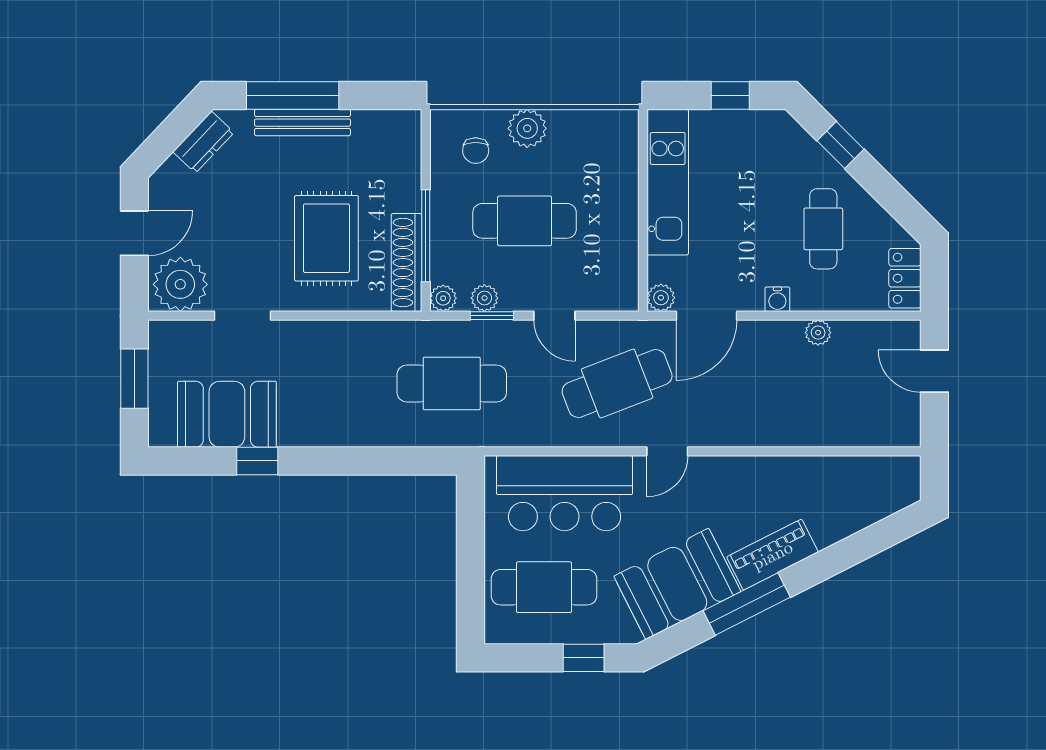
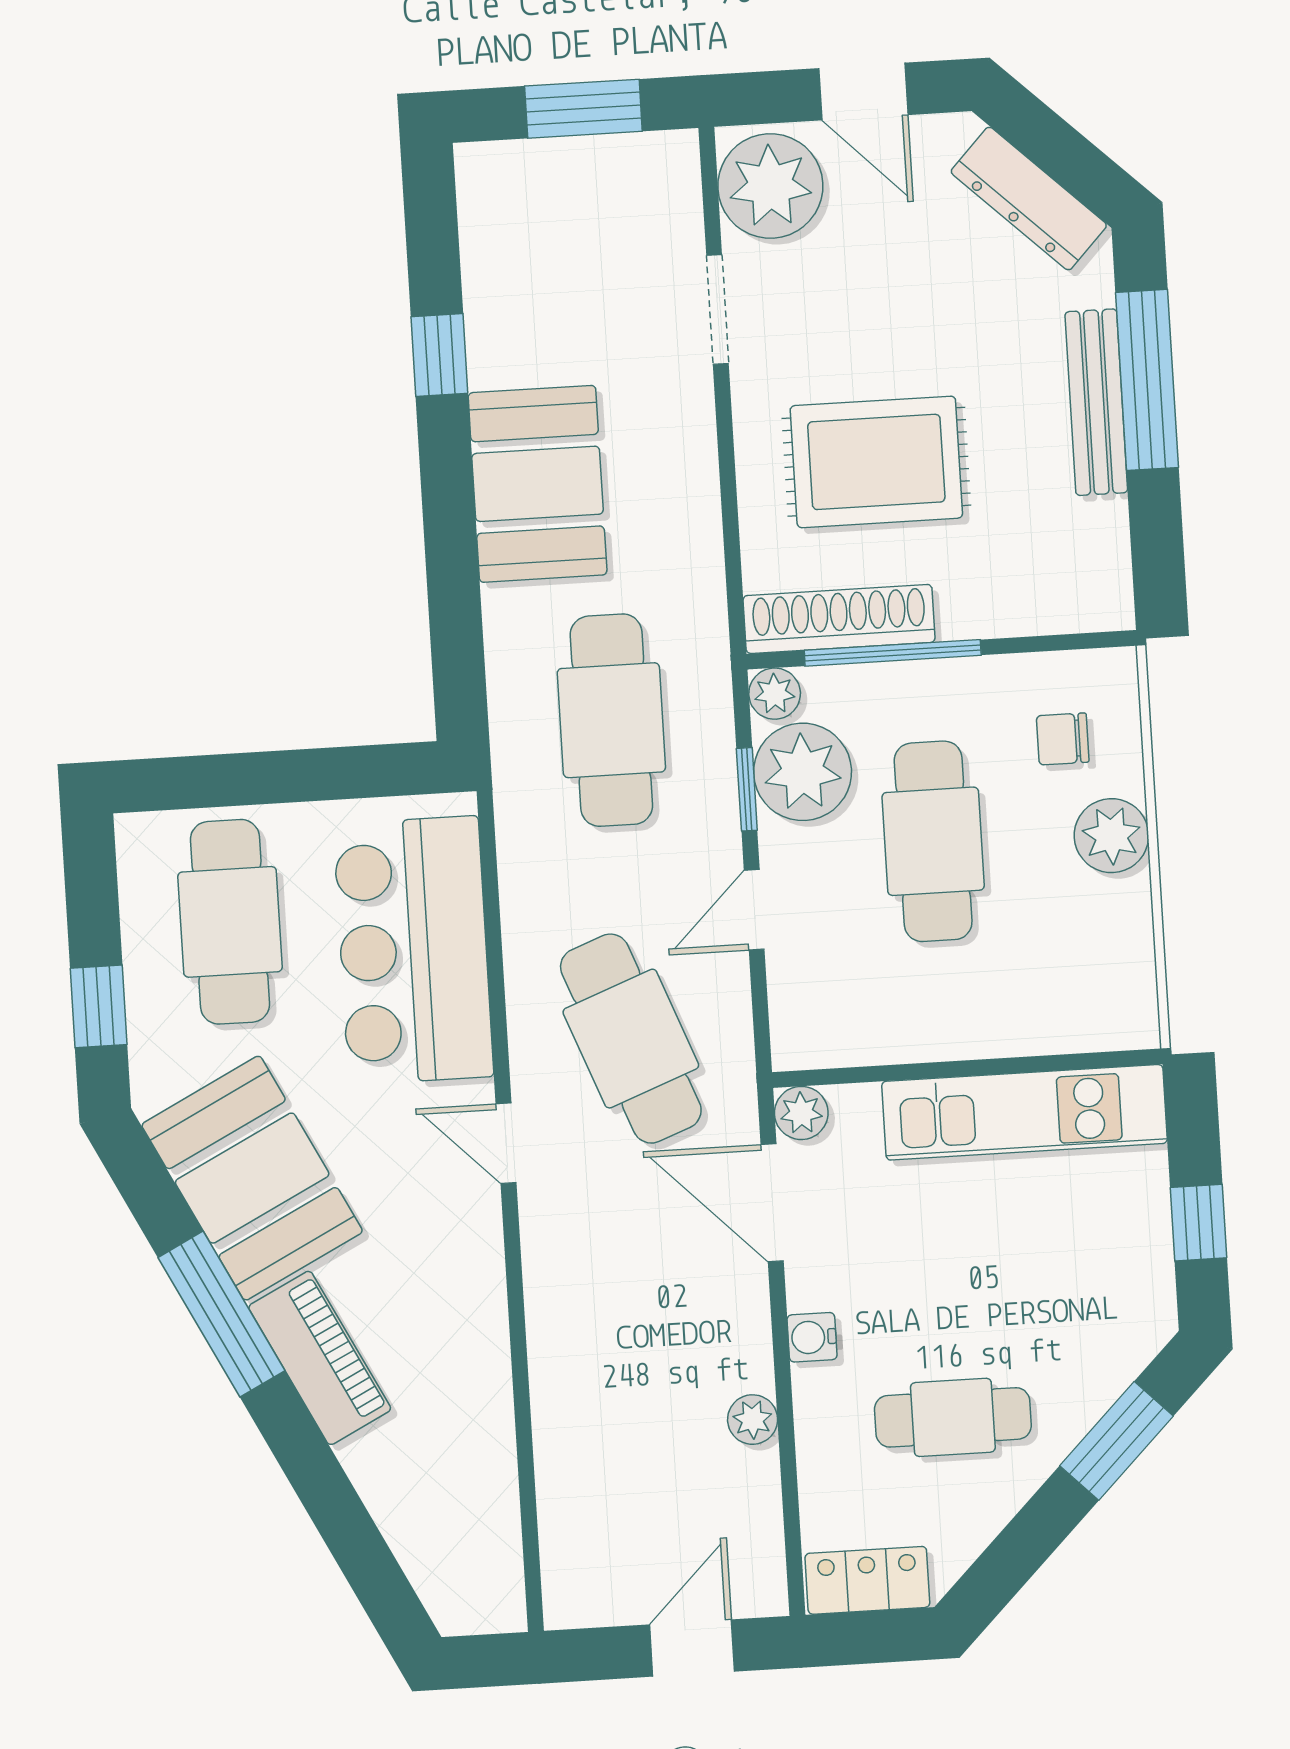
dresser: (203, 142) -> (1029, 199), width x1.44
window: (841, 145) -> (1116, 1441), width x1.50
plant: (484, 298) -> (803, 772), width x1.88, depth x1.88
booth: (227, 414) -> (538, 484), moved

